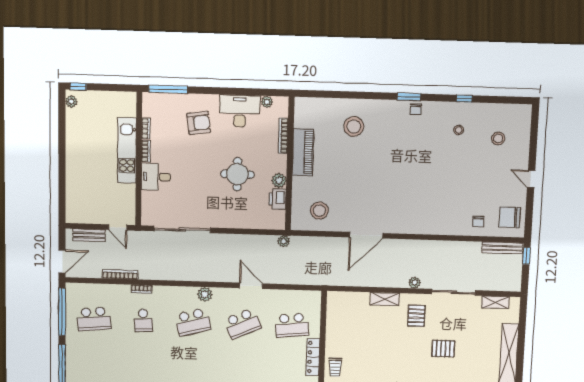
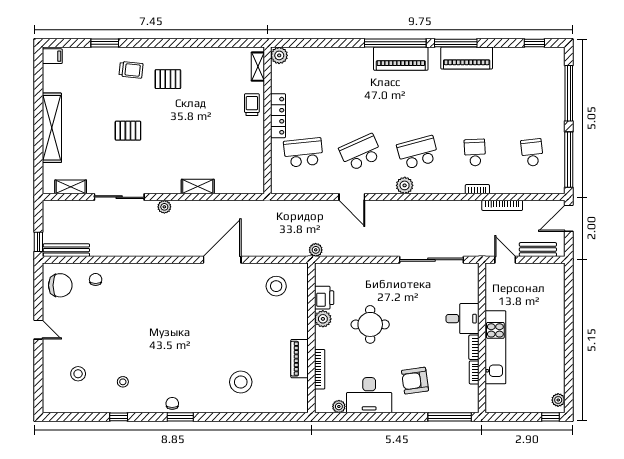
piano: (303, 152) -> (300, 359), width x0.73, depth x0.75
pallet: (416, 316) -> (161, 168), removed
school desk: (94, 319) -> (532, 153), width x0.54

